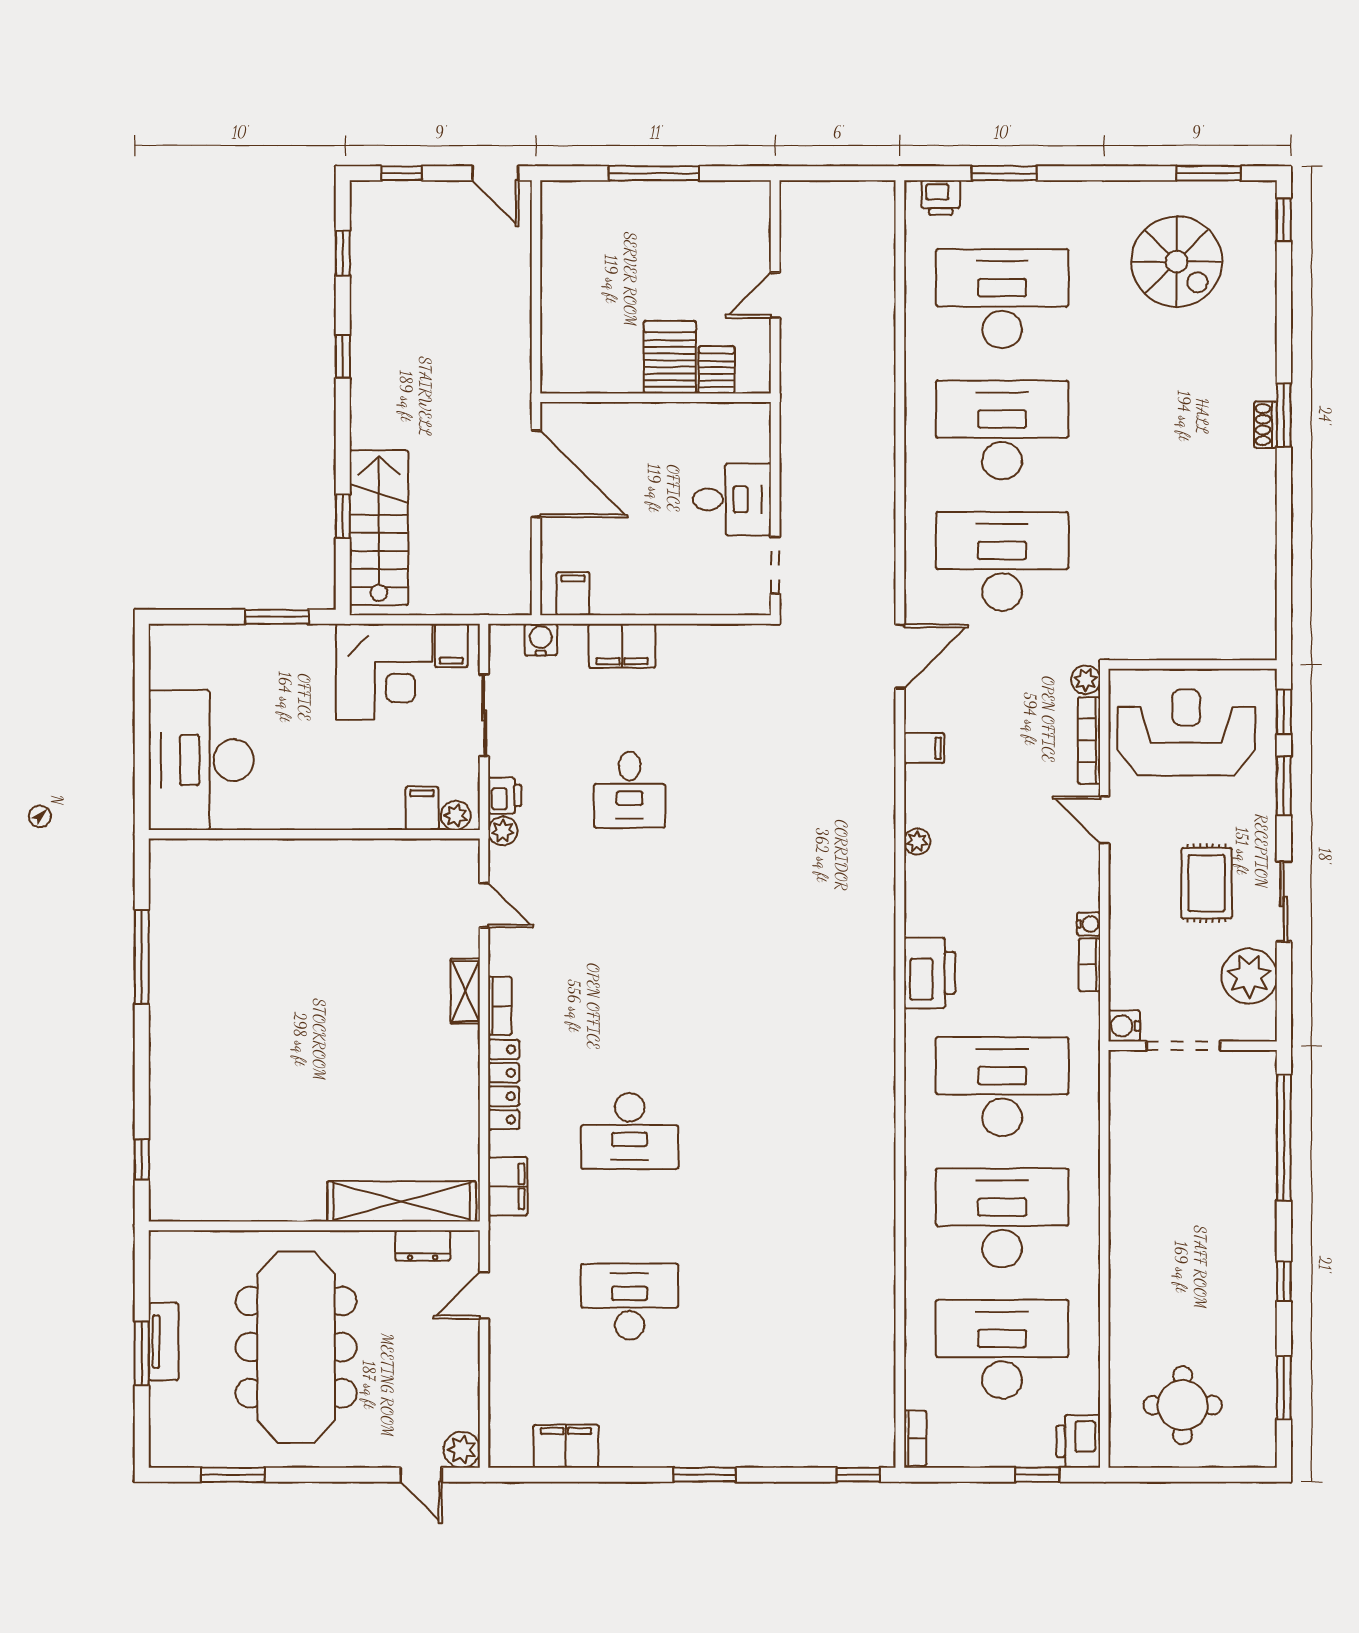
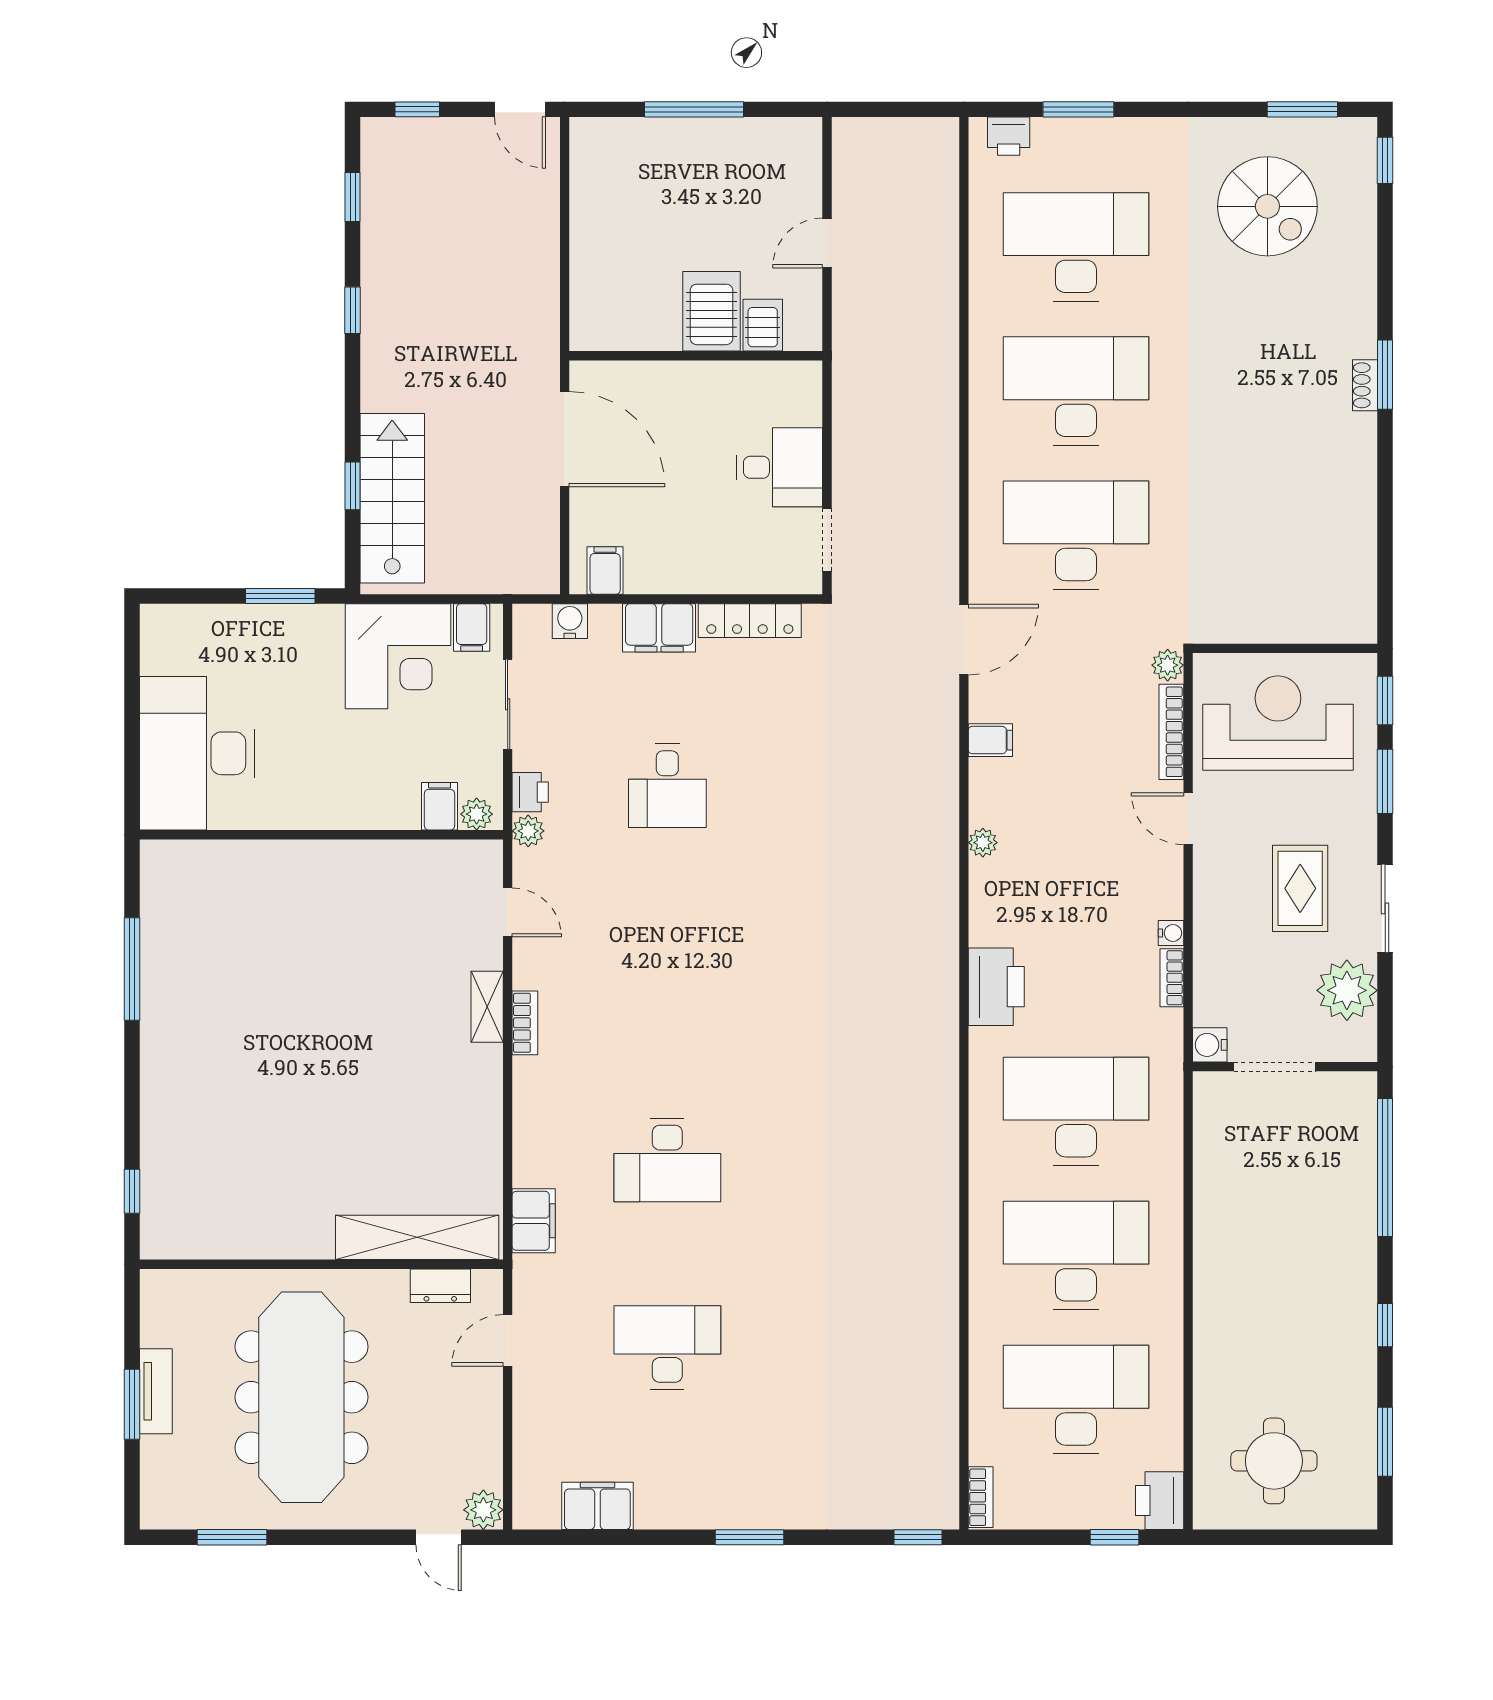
locker: (504, 1085) -> (750, 621), moved, turned 90

